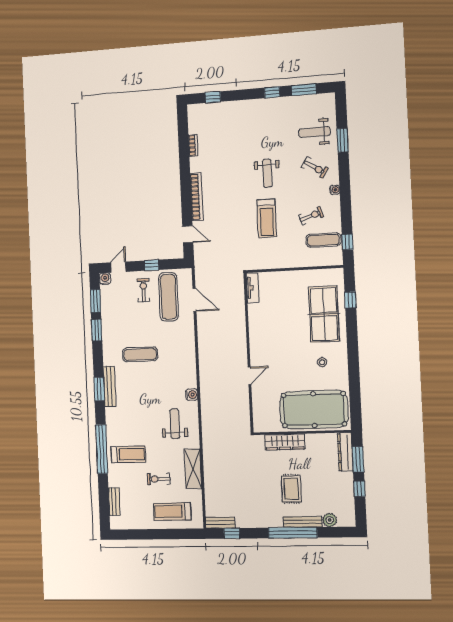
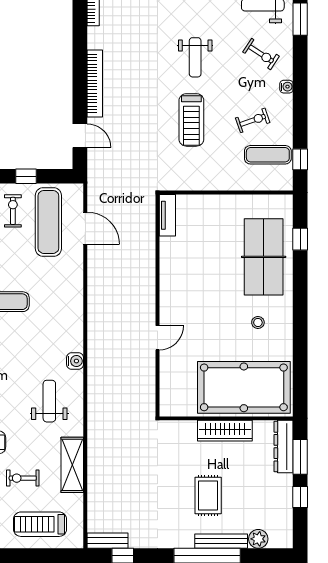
wardrobe: (285, 442) -> (225, 431), moved

